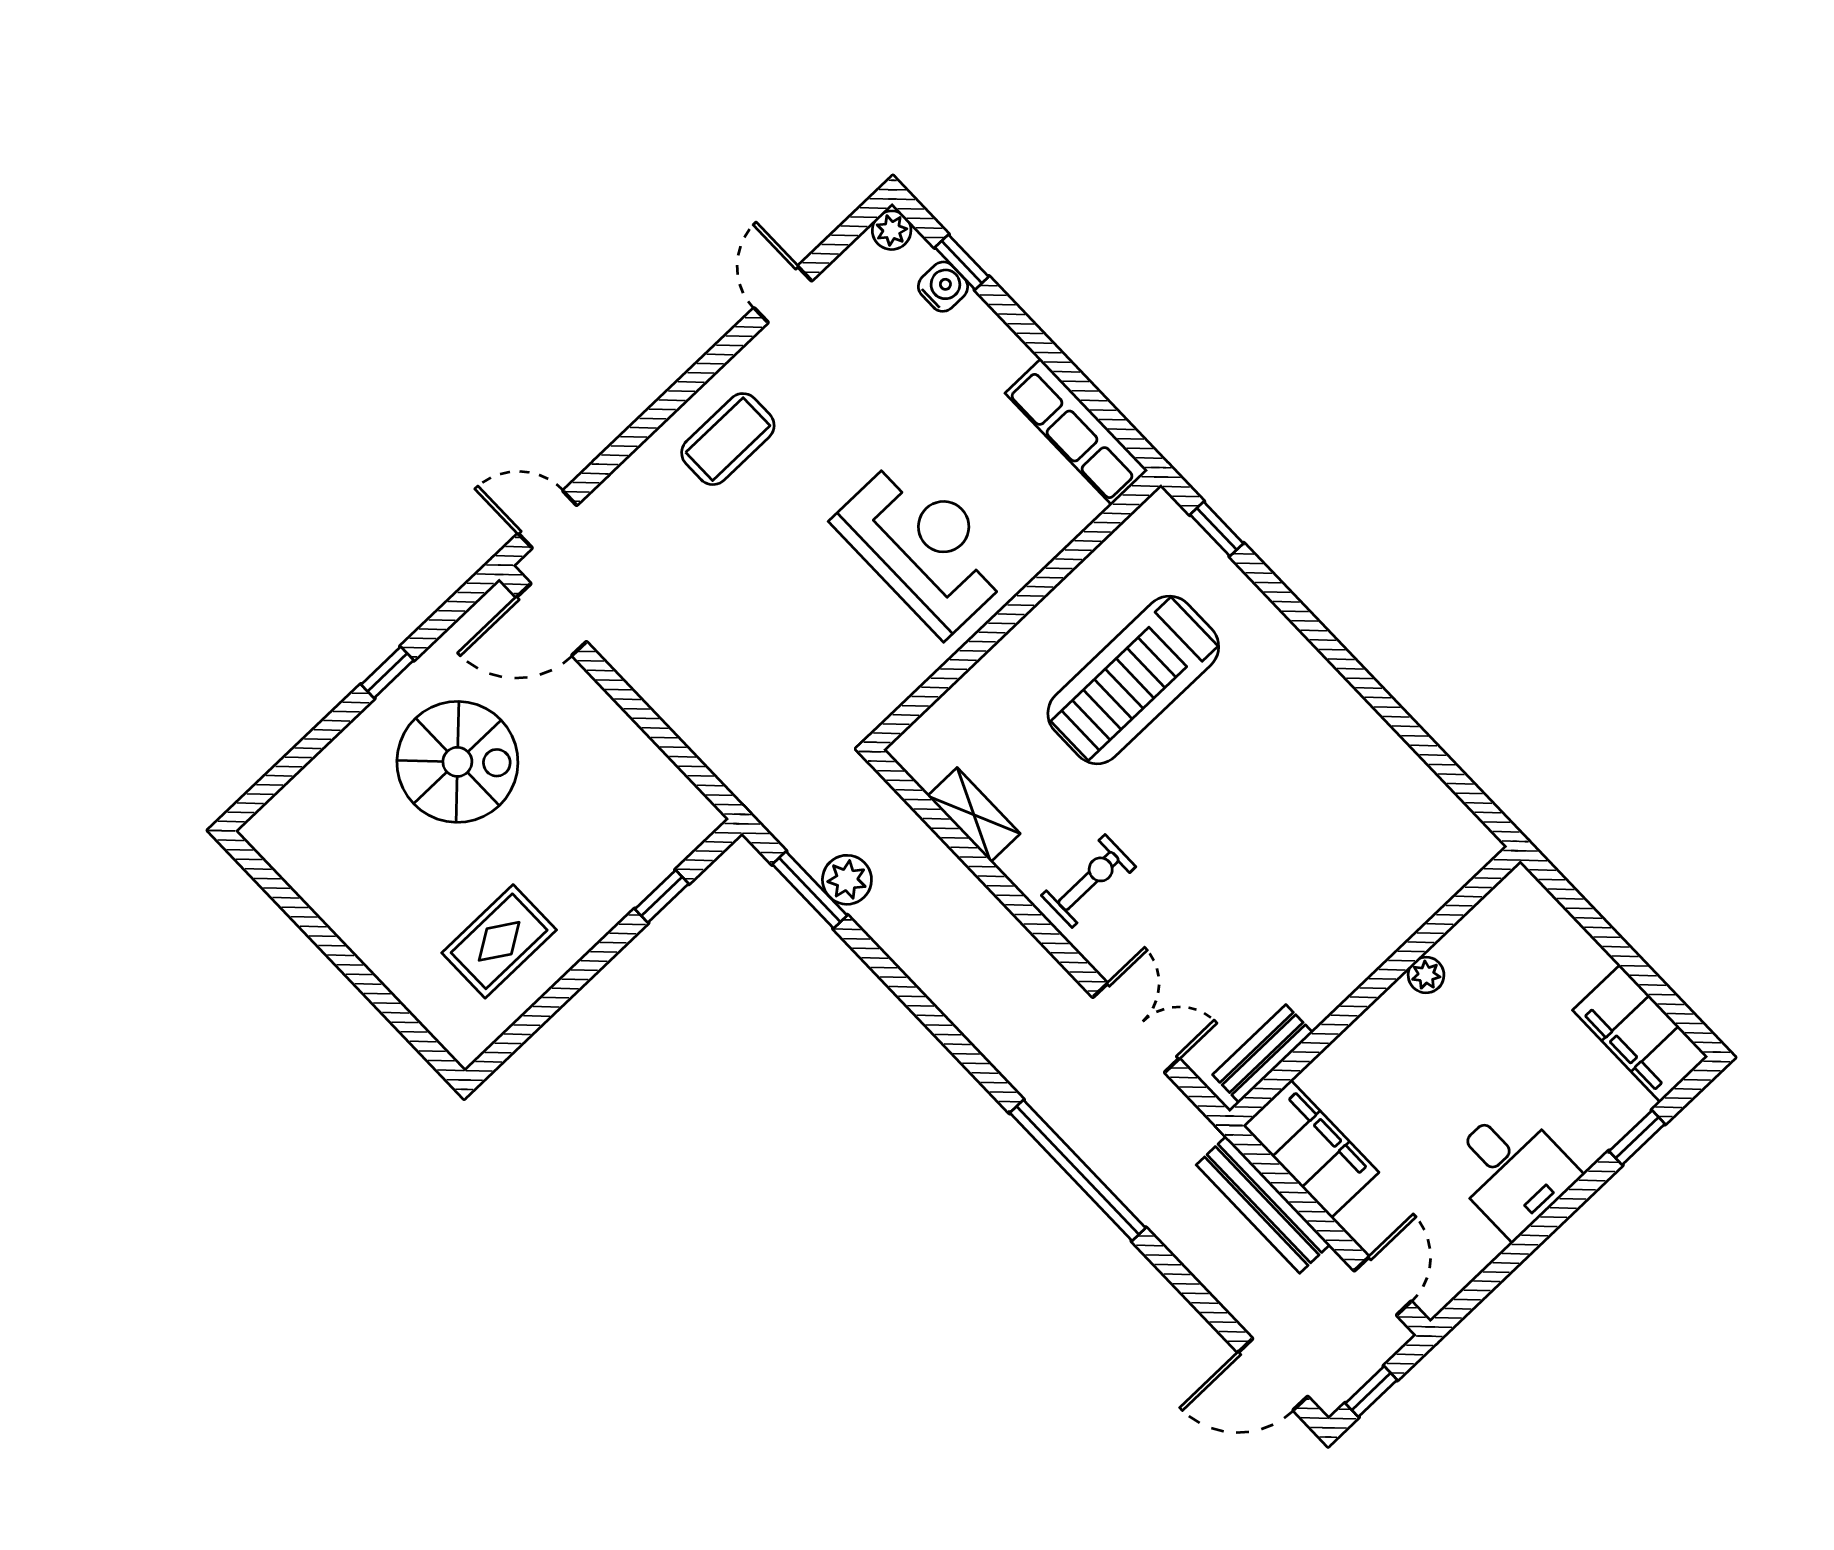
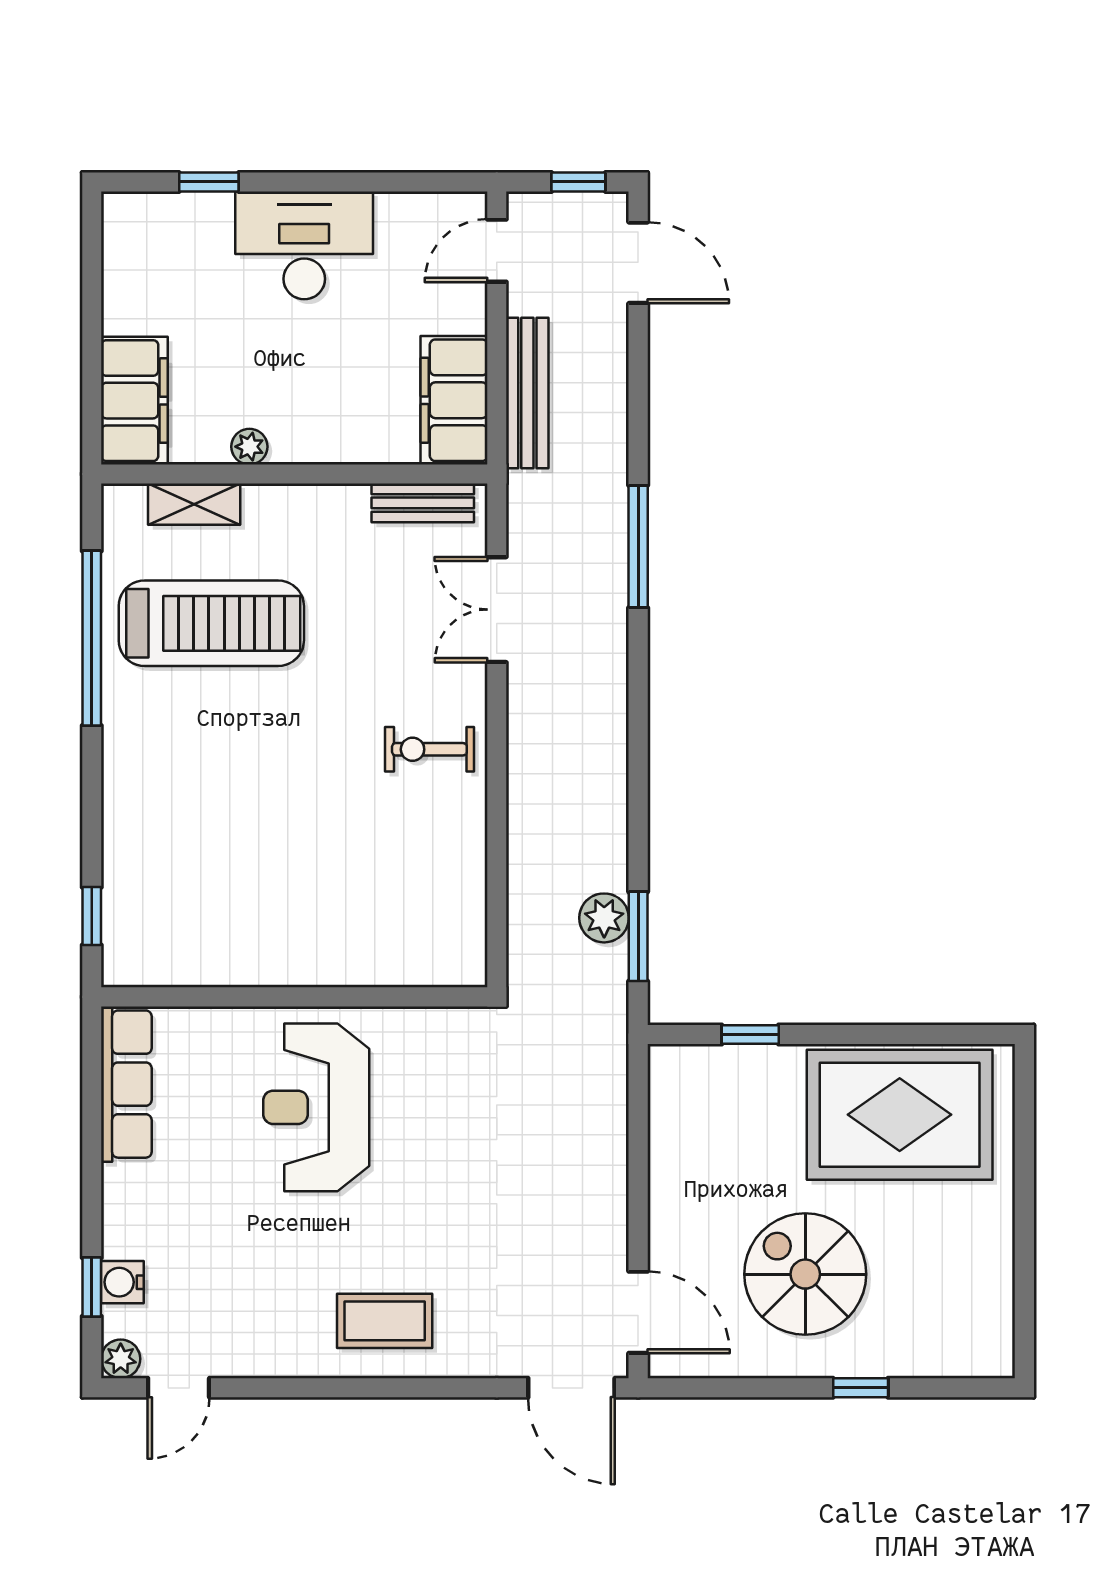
door: (783, 294) -> (179, 1388), moved
door: (547, 519) -> (571, 1388), width x1.37
window: (387, 672) -> (861, 1388), moved
treadmill: (1133, 680) -> (211, 623), moved
window: (1408, 729) -> (92, 638), added
shelving: (974, 815) -> (194, 504), moved, turned 90
rug: (499, 941) -> (900, 1115), width x1.86, depth x2.06
filing cabinet: (1640, 1033) -> (134, 401), moved
window: (1078, 1170) -> (638, 547), width x0.68
desk: (1512, 1170) -> (304, 245), width x1.37

